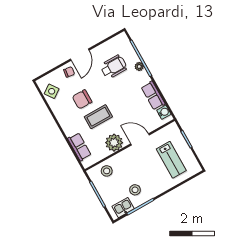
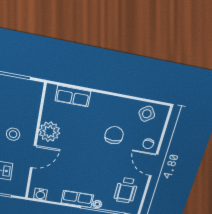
wheelchair: (114, 67) -> (126, 190), moved
row of seats: (153, 96) -> (77, 199), moved
coffee table: (98, 117) -> (85, 137), removed
stool: (107, 171) -> (13, 134), moved

